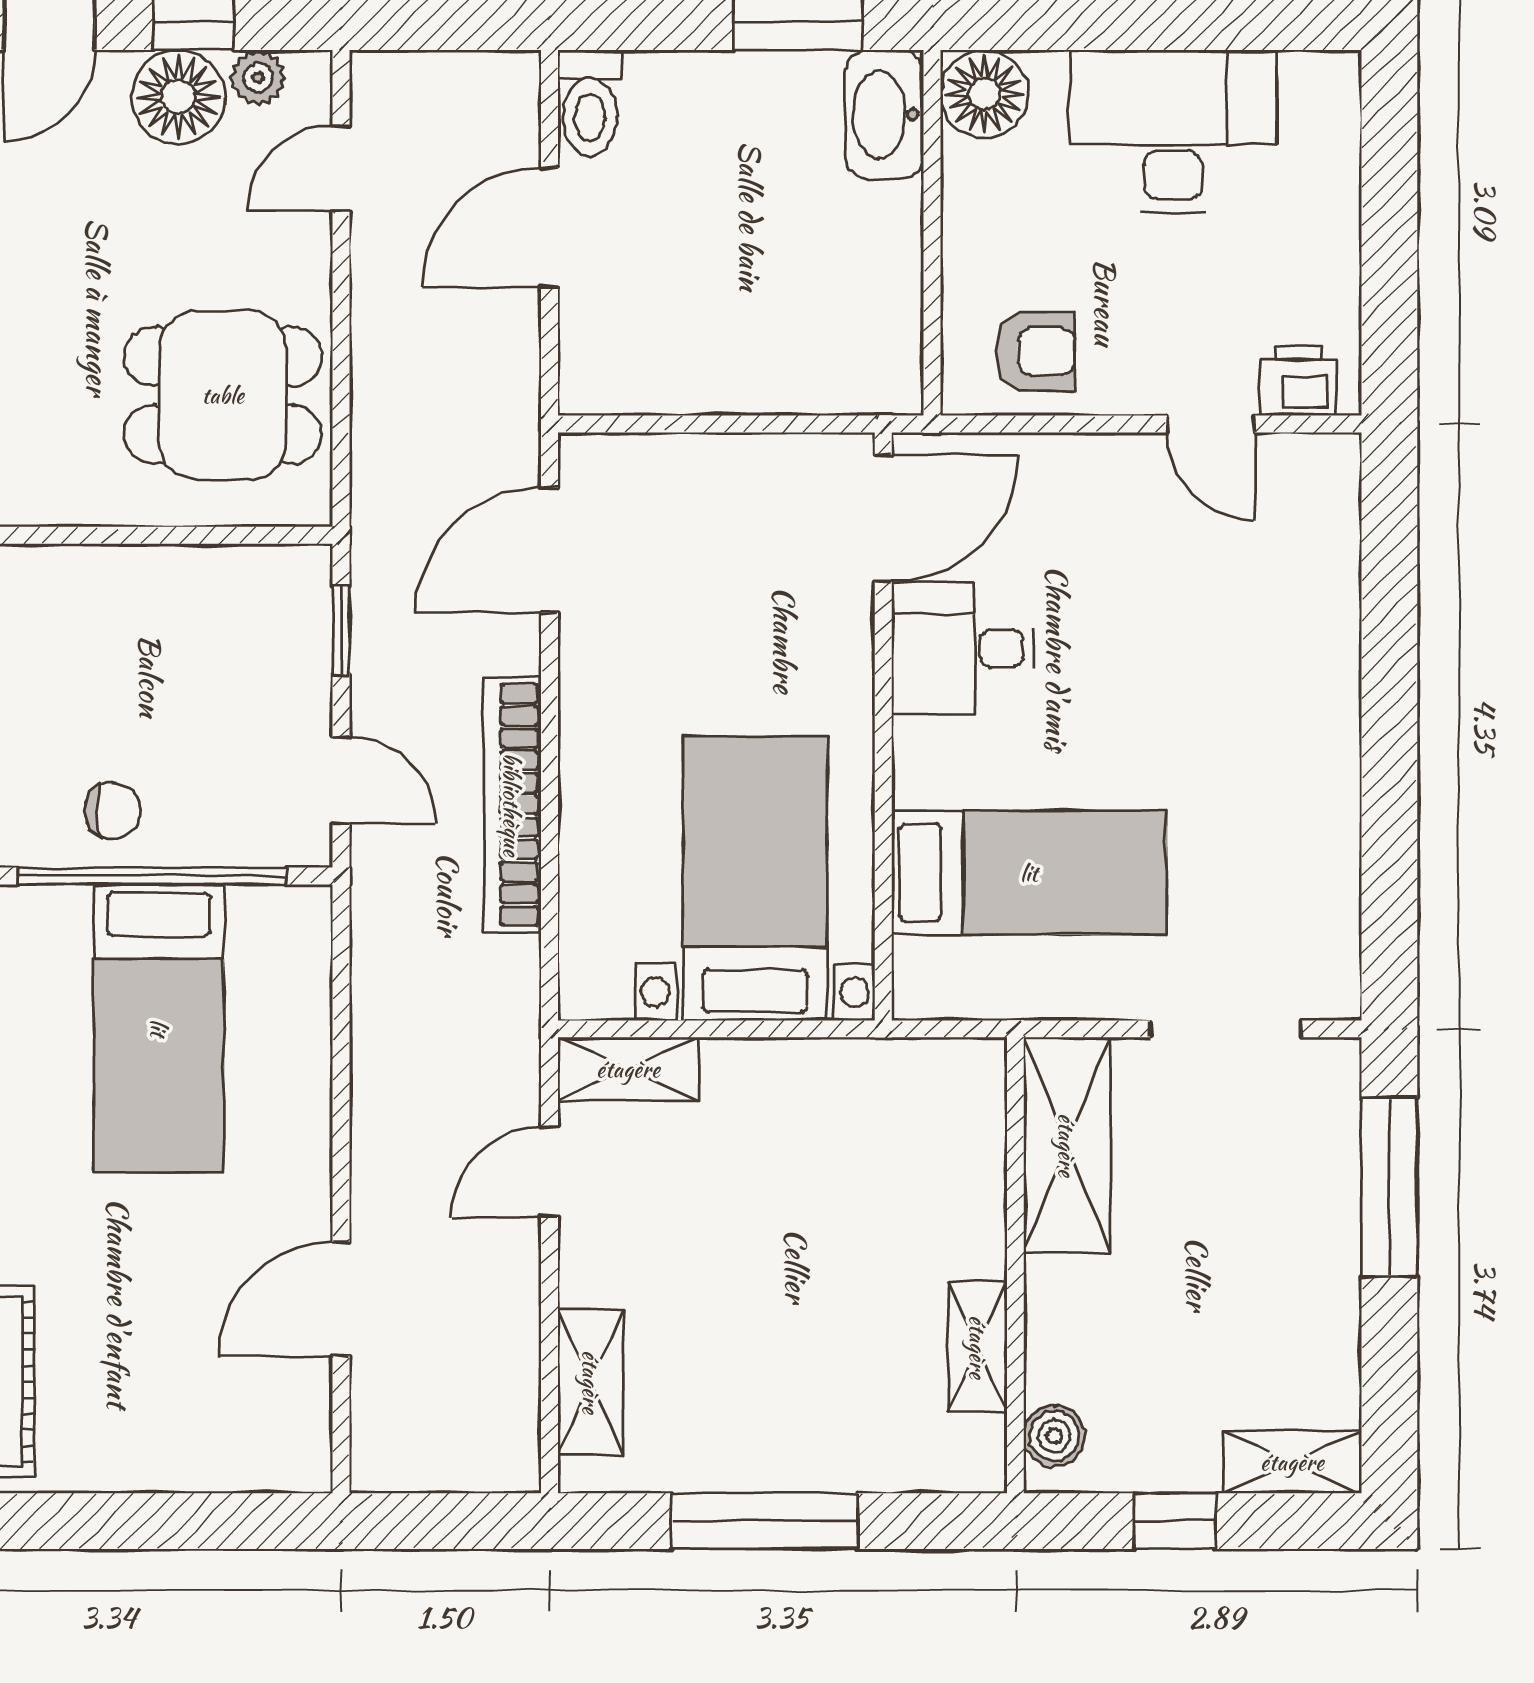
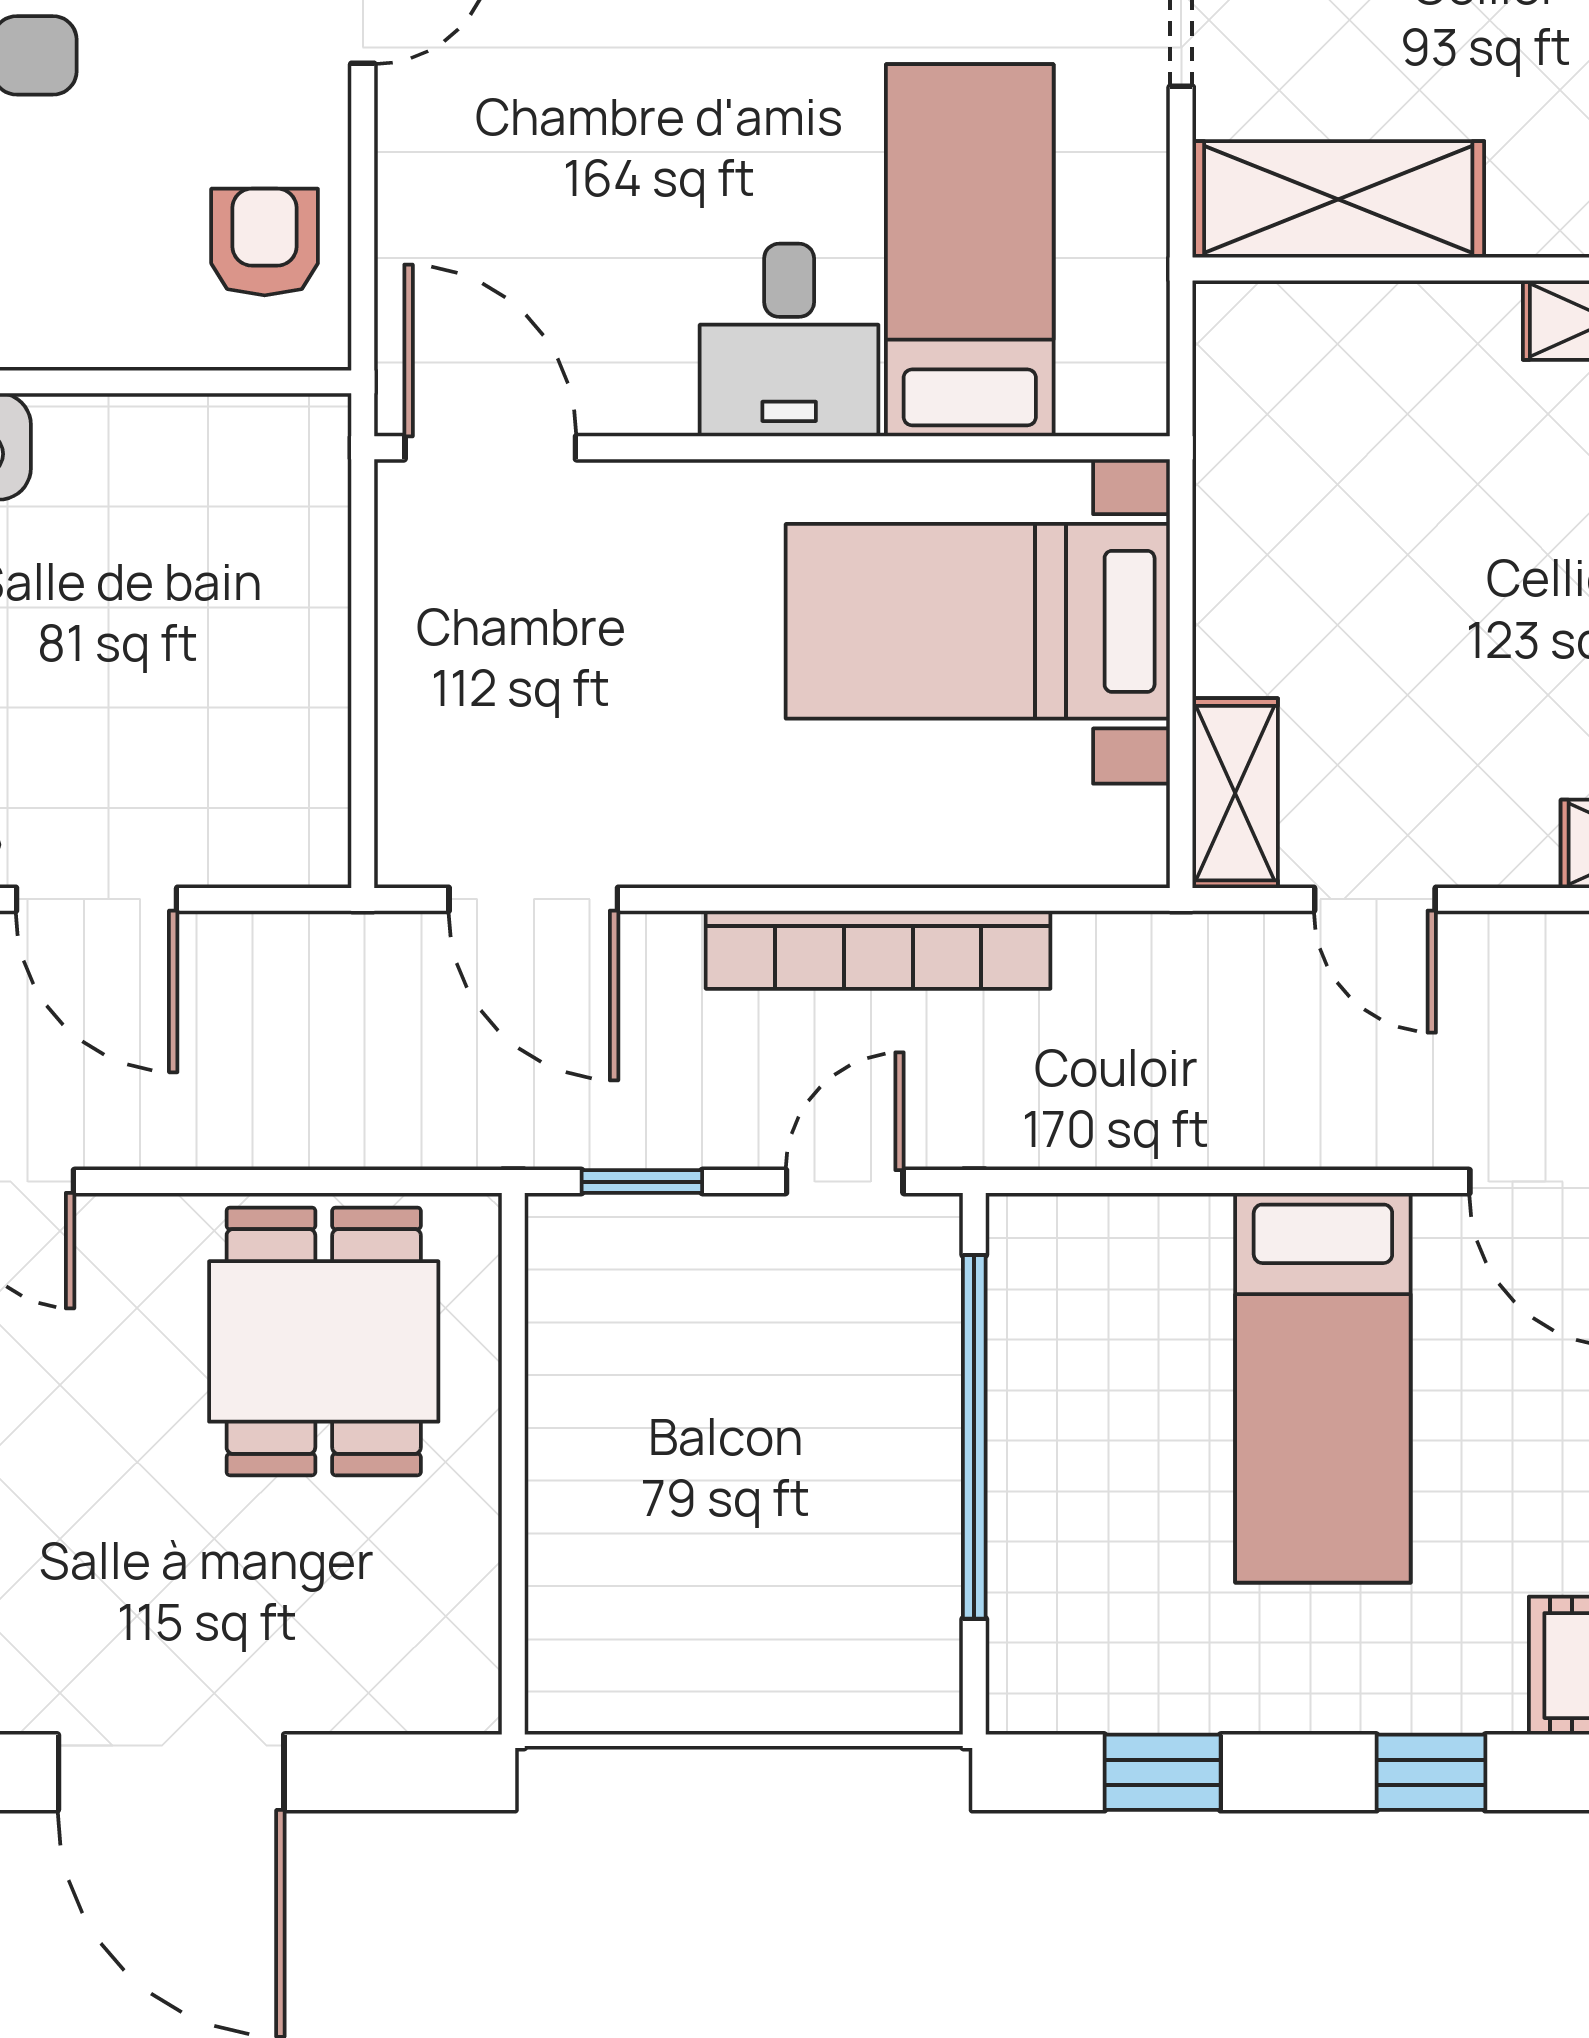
desk: (963, 648) -> (789, 340), moved
chair: (113, 810) -> (886, 1490), removed
bed: (159, 1028) -> (1323, 1388), moved, turned 90

